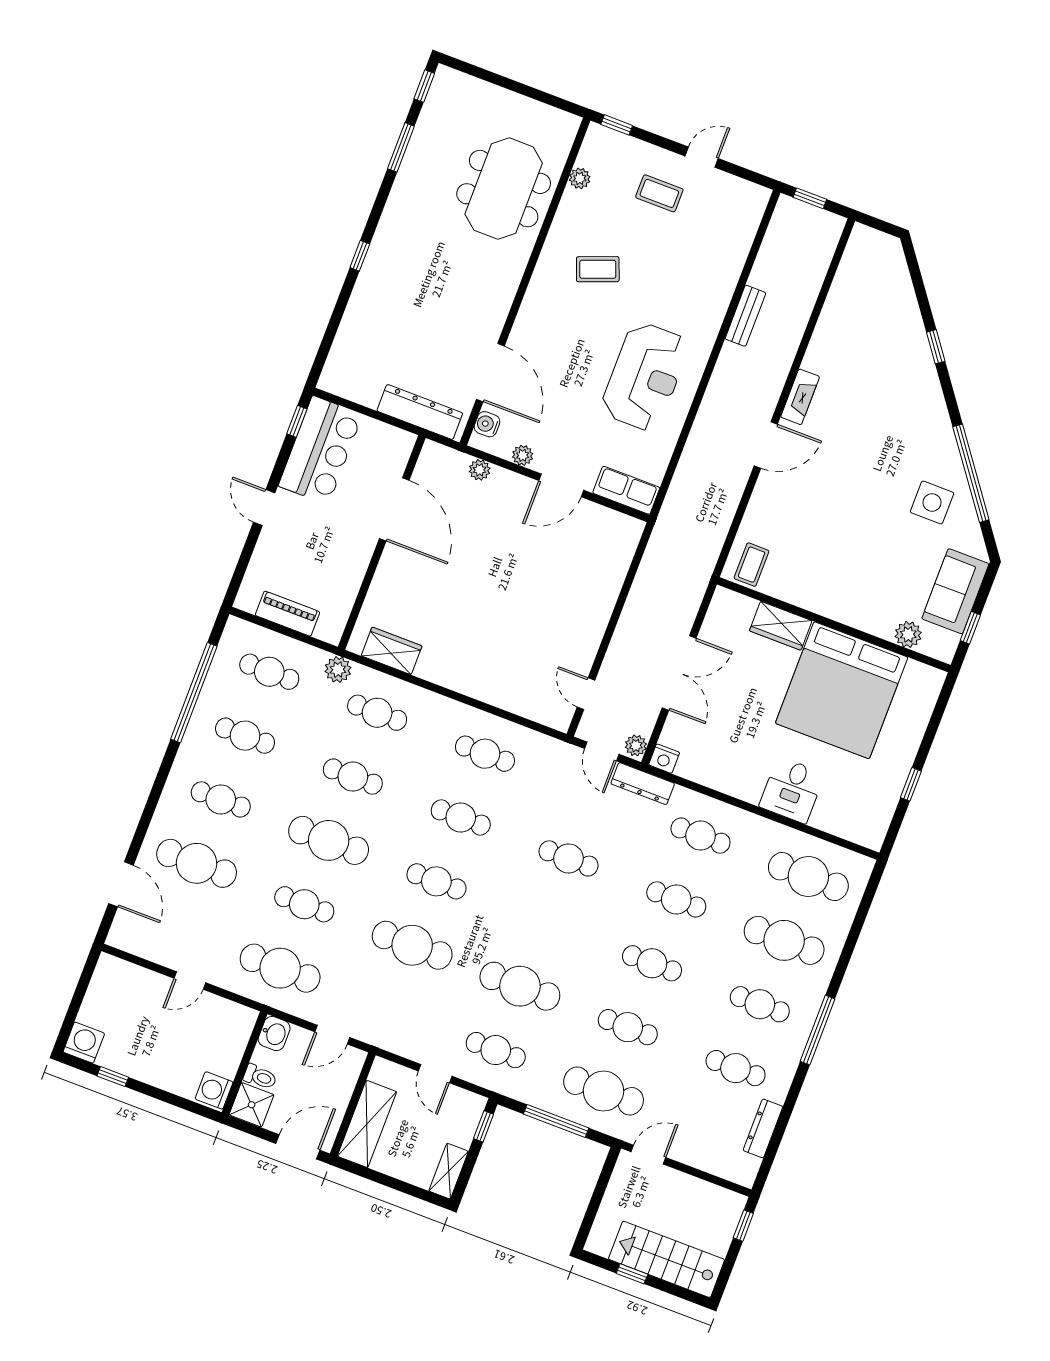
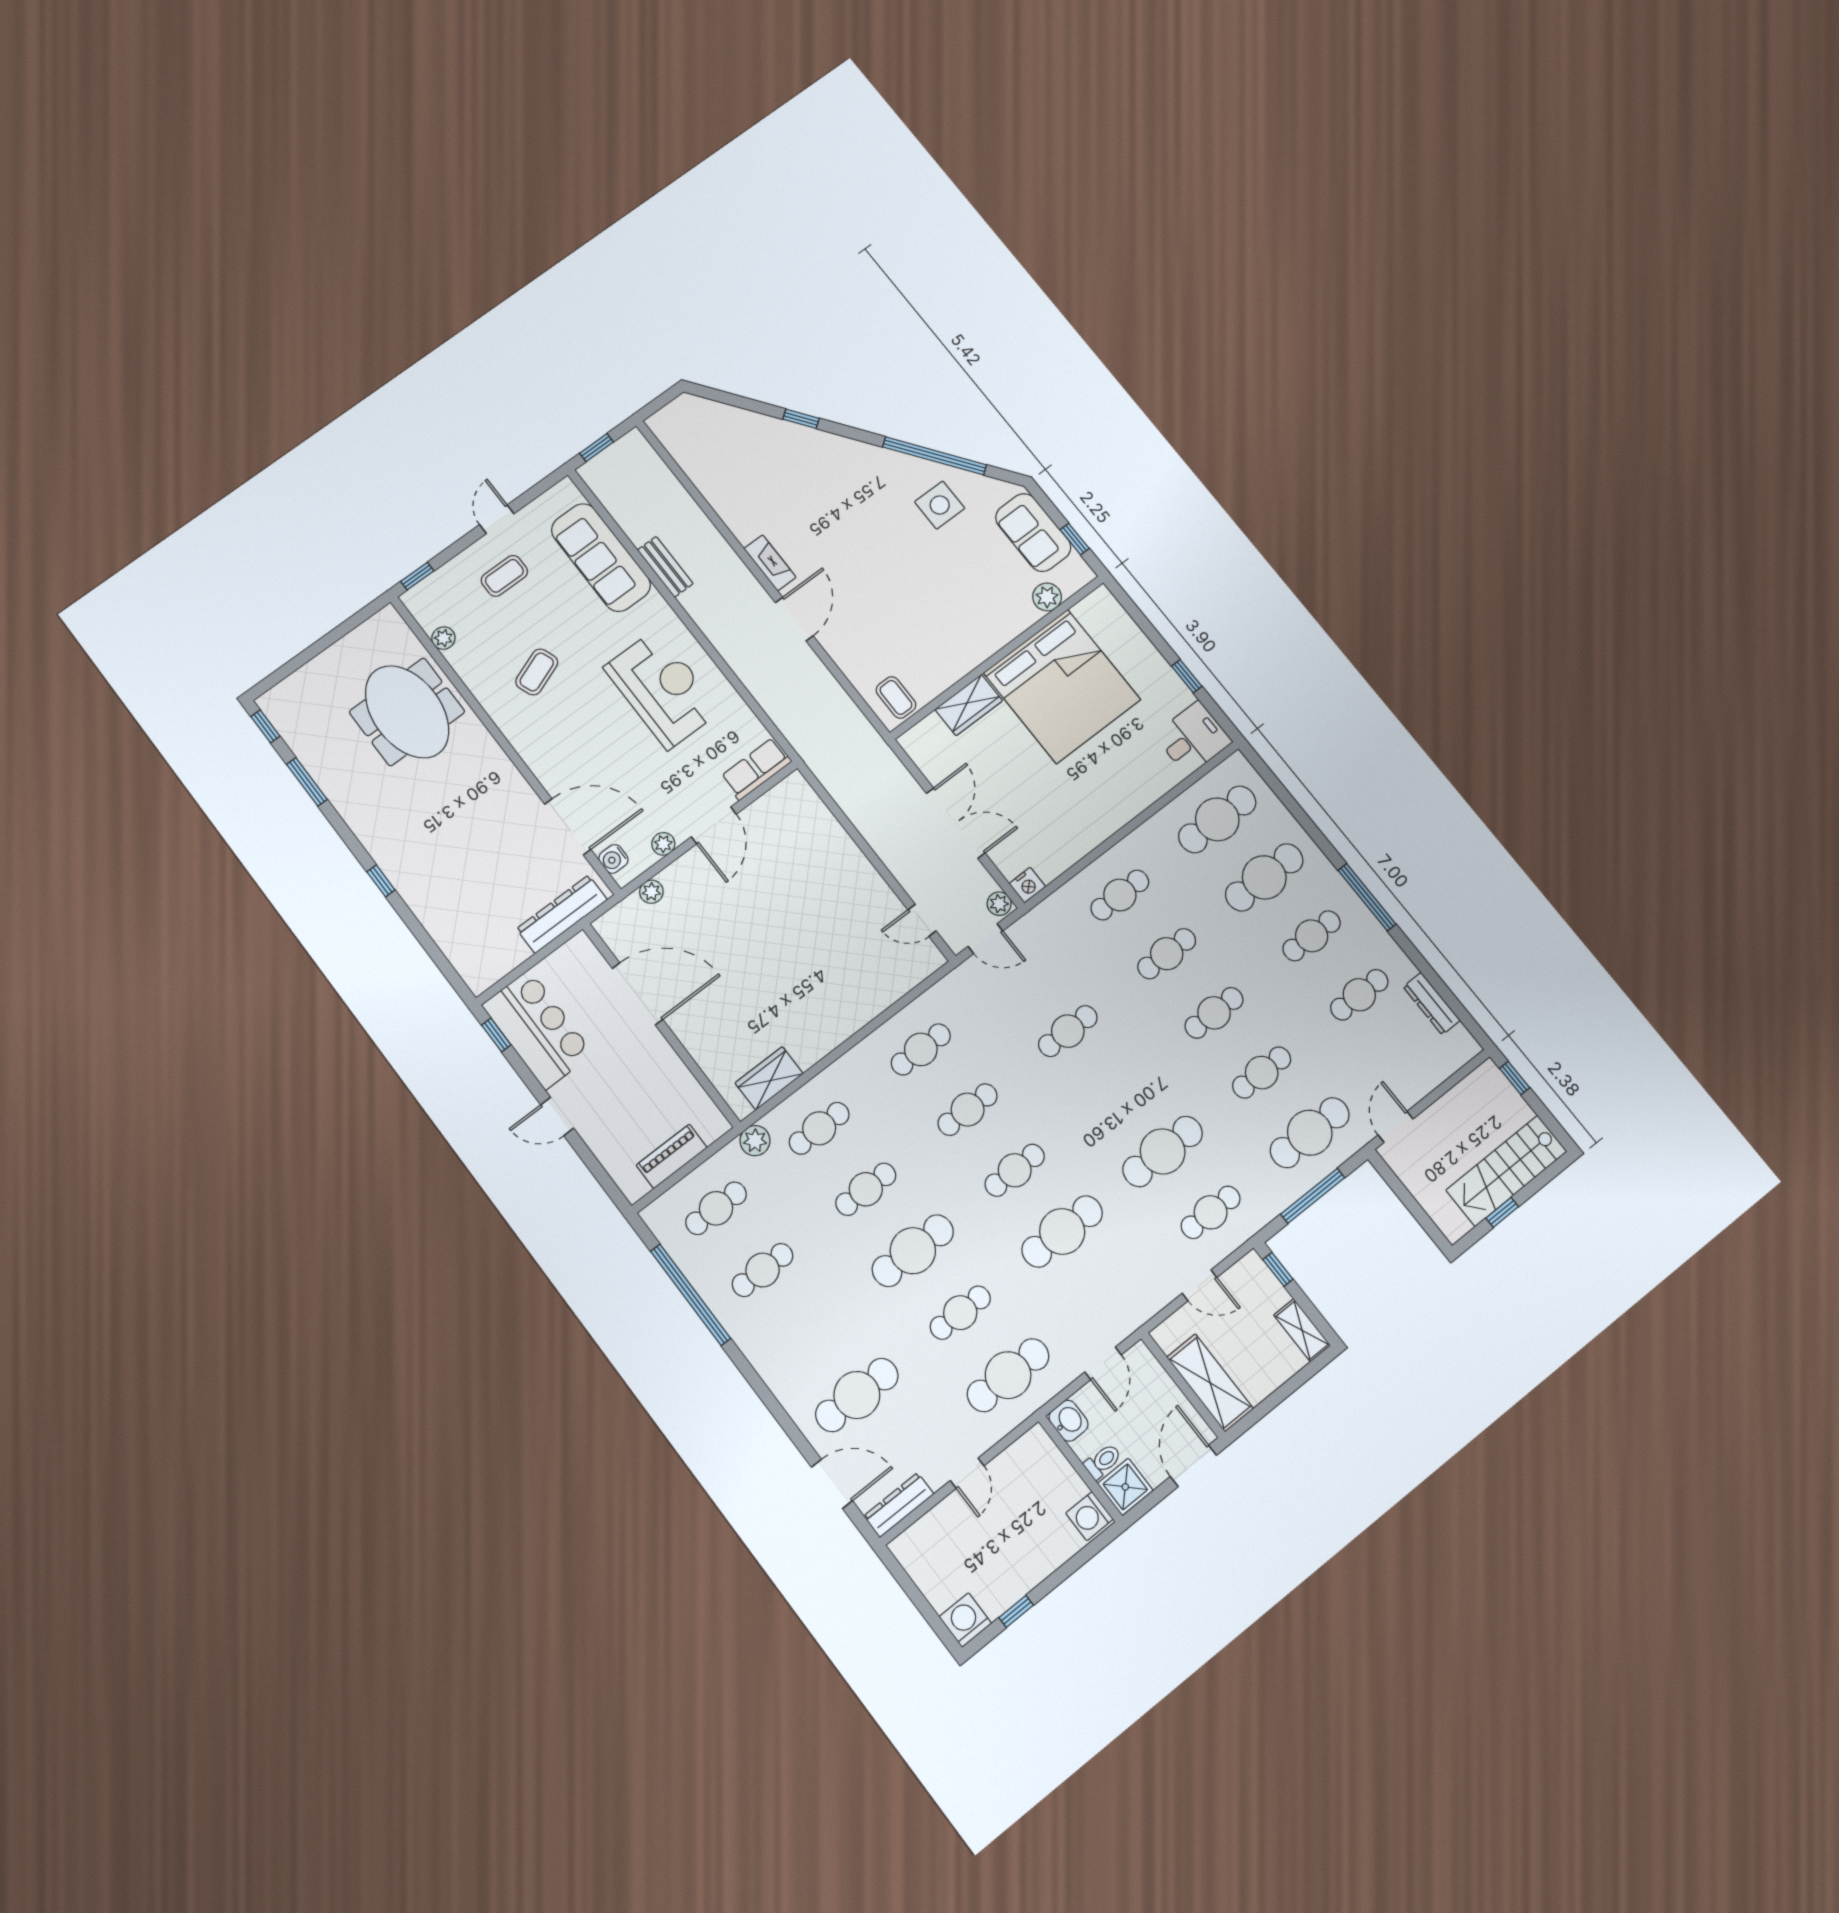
sofa: (722, 260) -> (601, 557), added
dresser: (643, 784) -> (899, 1505), moved, turned 180
desk: (792, 790) -> (1193, 738), moved, turned -90
cafe table: (221, 799) -> (810, 1332), removed

